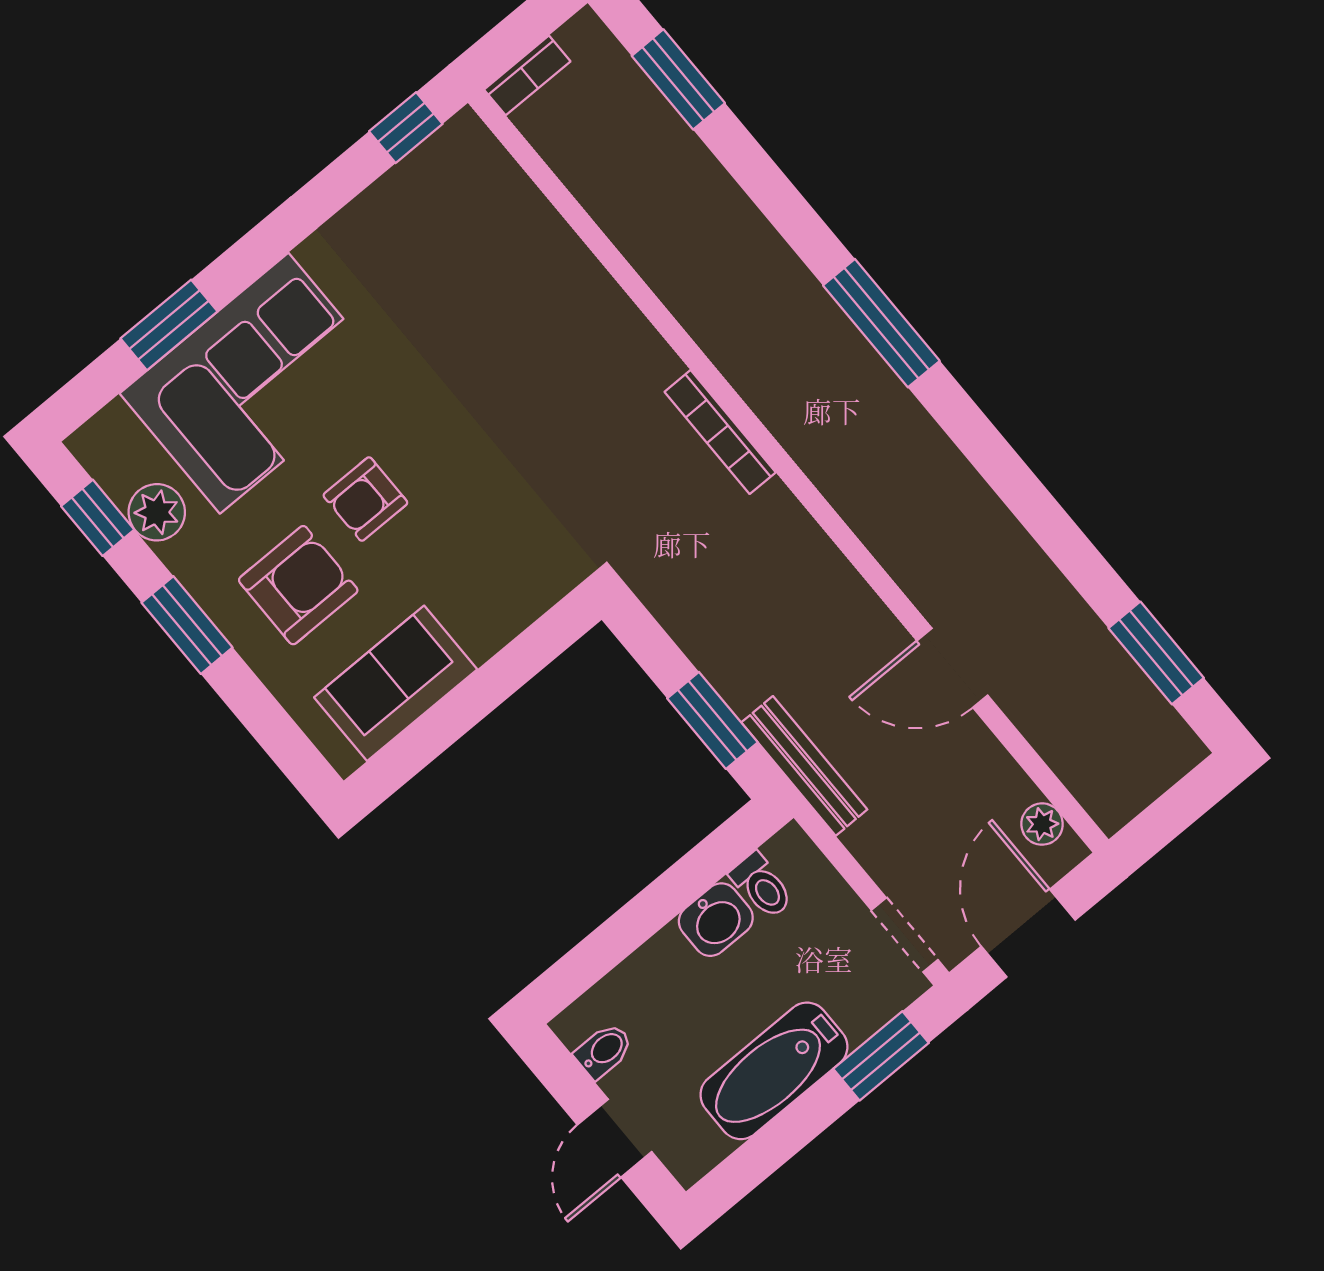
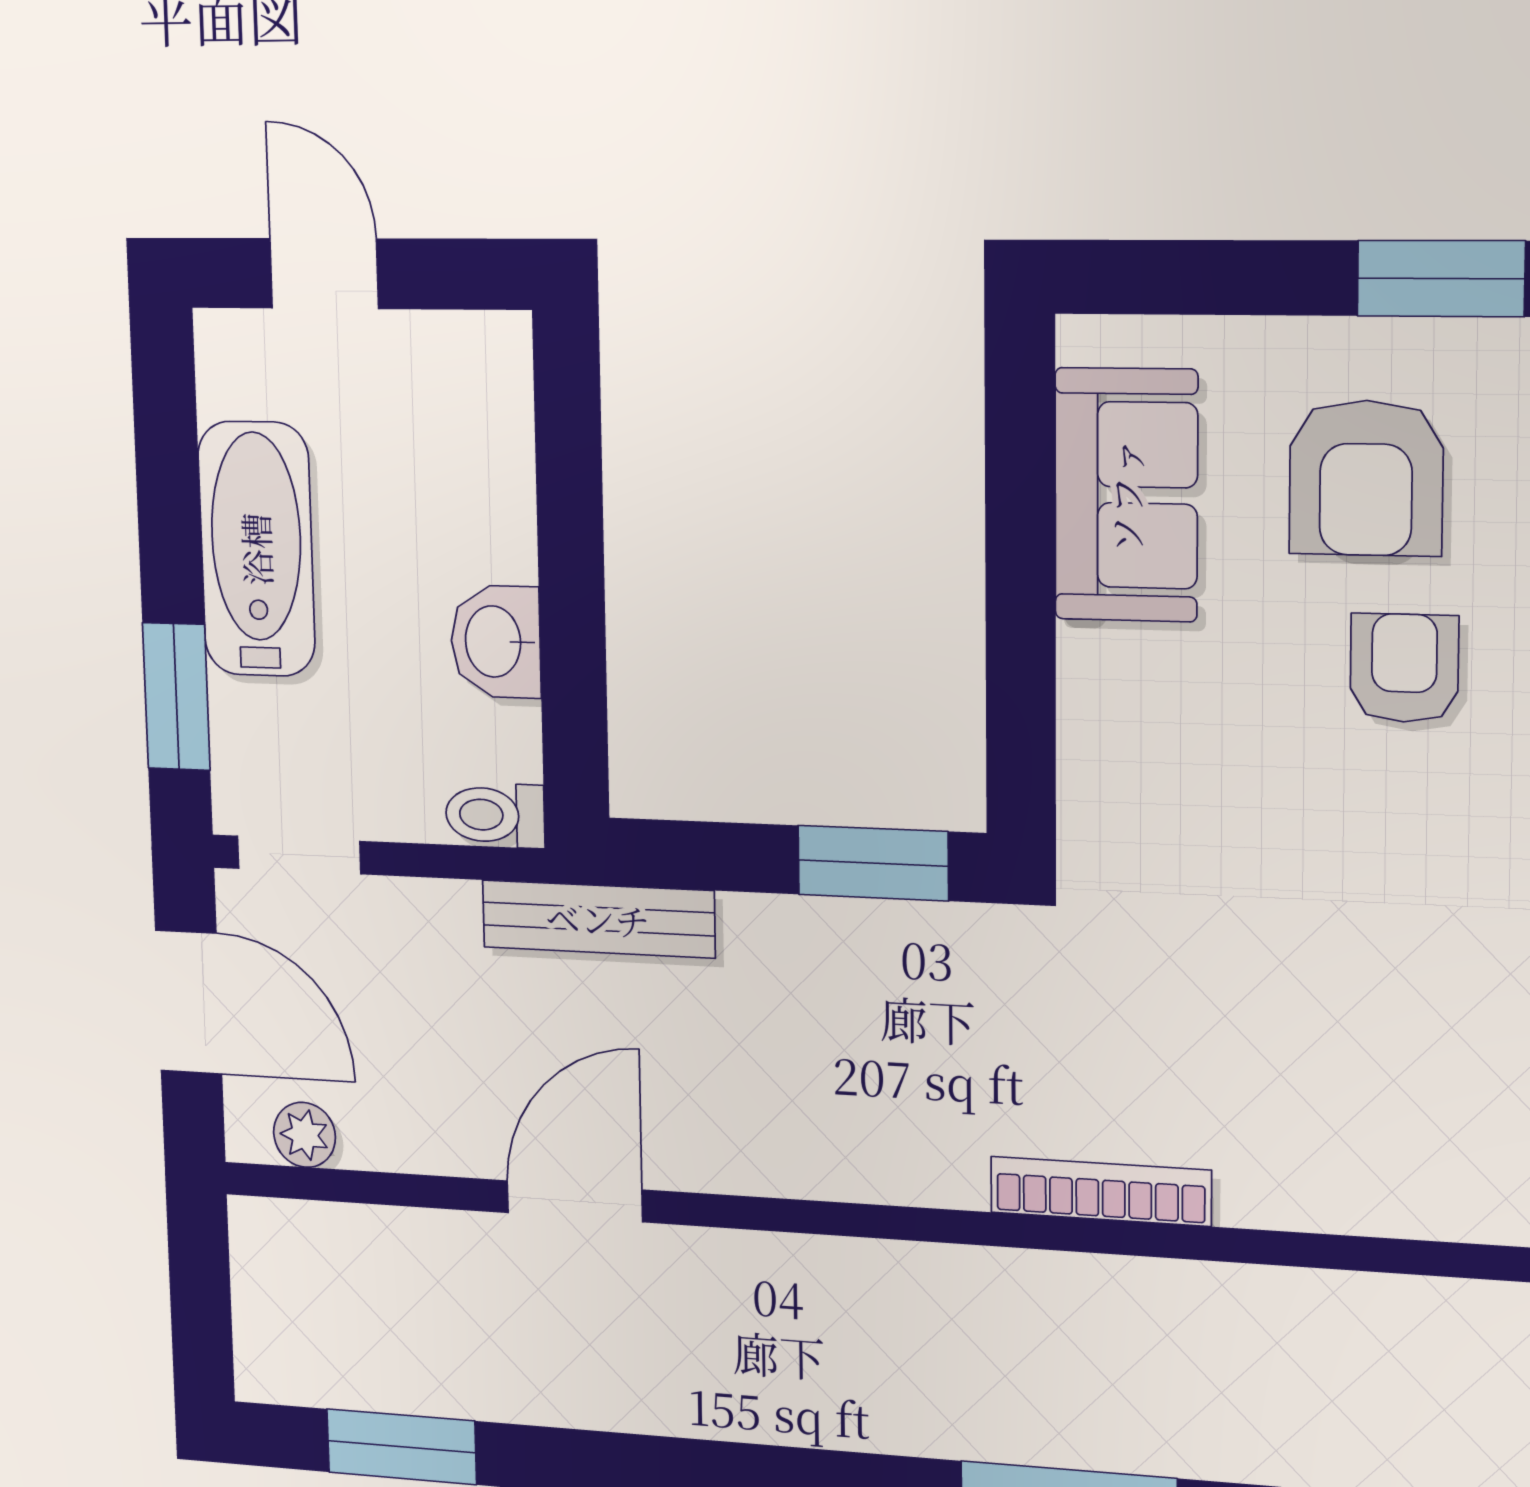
window: (712, 720) -> (873, 863), moved
toilet: (762, 886) -> (495, 815), moved
bidet: (604, 1051) -> (443, 355), removed

